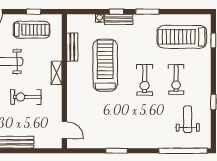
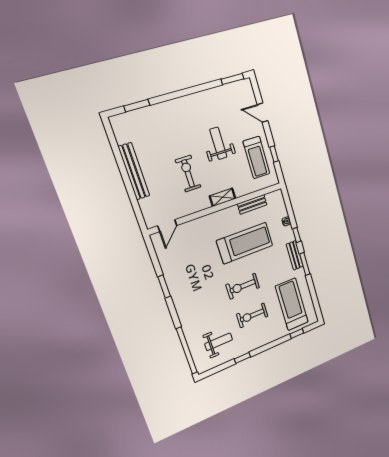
bench: (119, 19) -> (295, 255), moved

